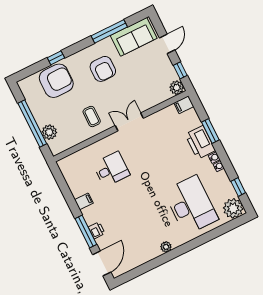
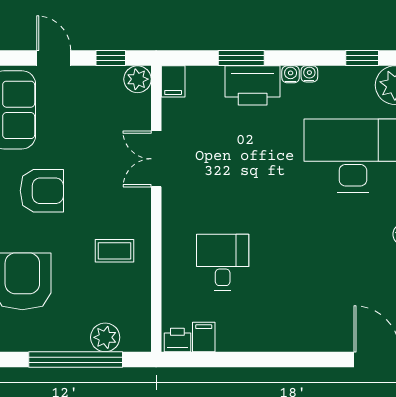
double door: (129, 122) -> (156, 159), moved
filing cabinet: (84, 201) -> (204, 337), moved
printer: (97, 230) -> (177, 340), moved
window: (86, 232) -> (308, 360), removed

